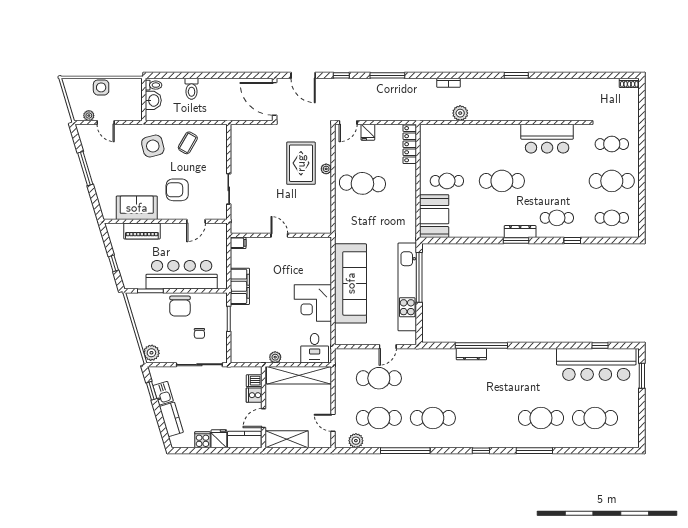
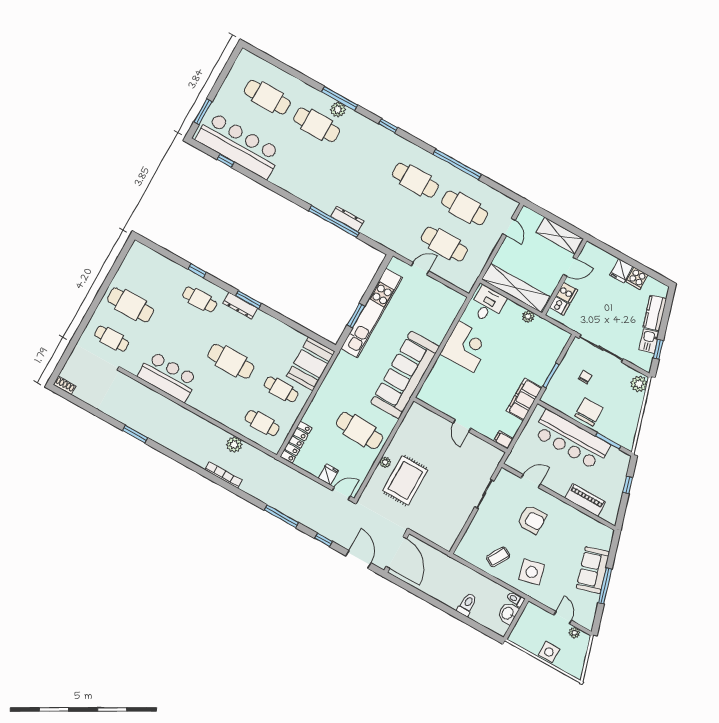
window: (516, 75) -> (135, 434), moved
bookcase: (448, 83) -> (223, 475), width x1.56
toilet: (154, 85) -> (516, 599), moved
sofa: (137, 208) -> (593, 570), moved, turned 73
cafe table: (612, 218) -> (262, 423), moved
window: (419, 277) -> (356, 316), width x0.47
sofa: (351, 283) -> (405, 375), moved
kitchen counter: (244, 440) -> (598, 257), removed
plant: (356, 441) -> (338, 110), moved

